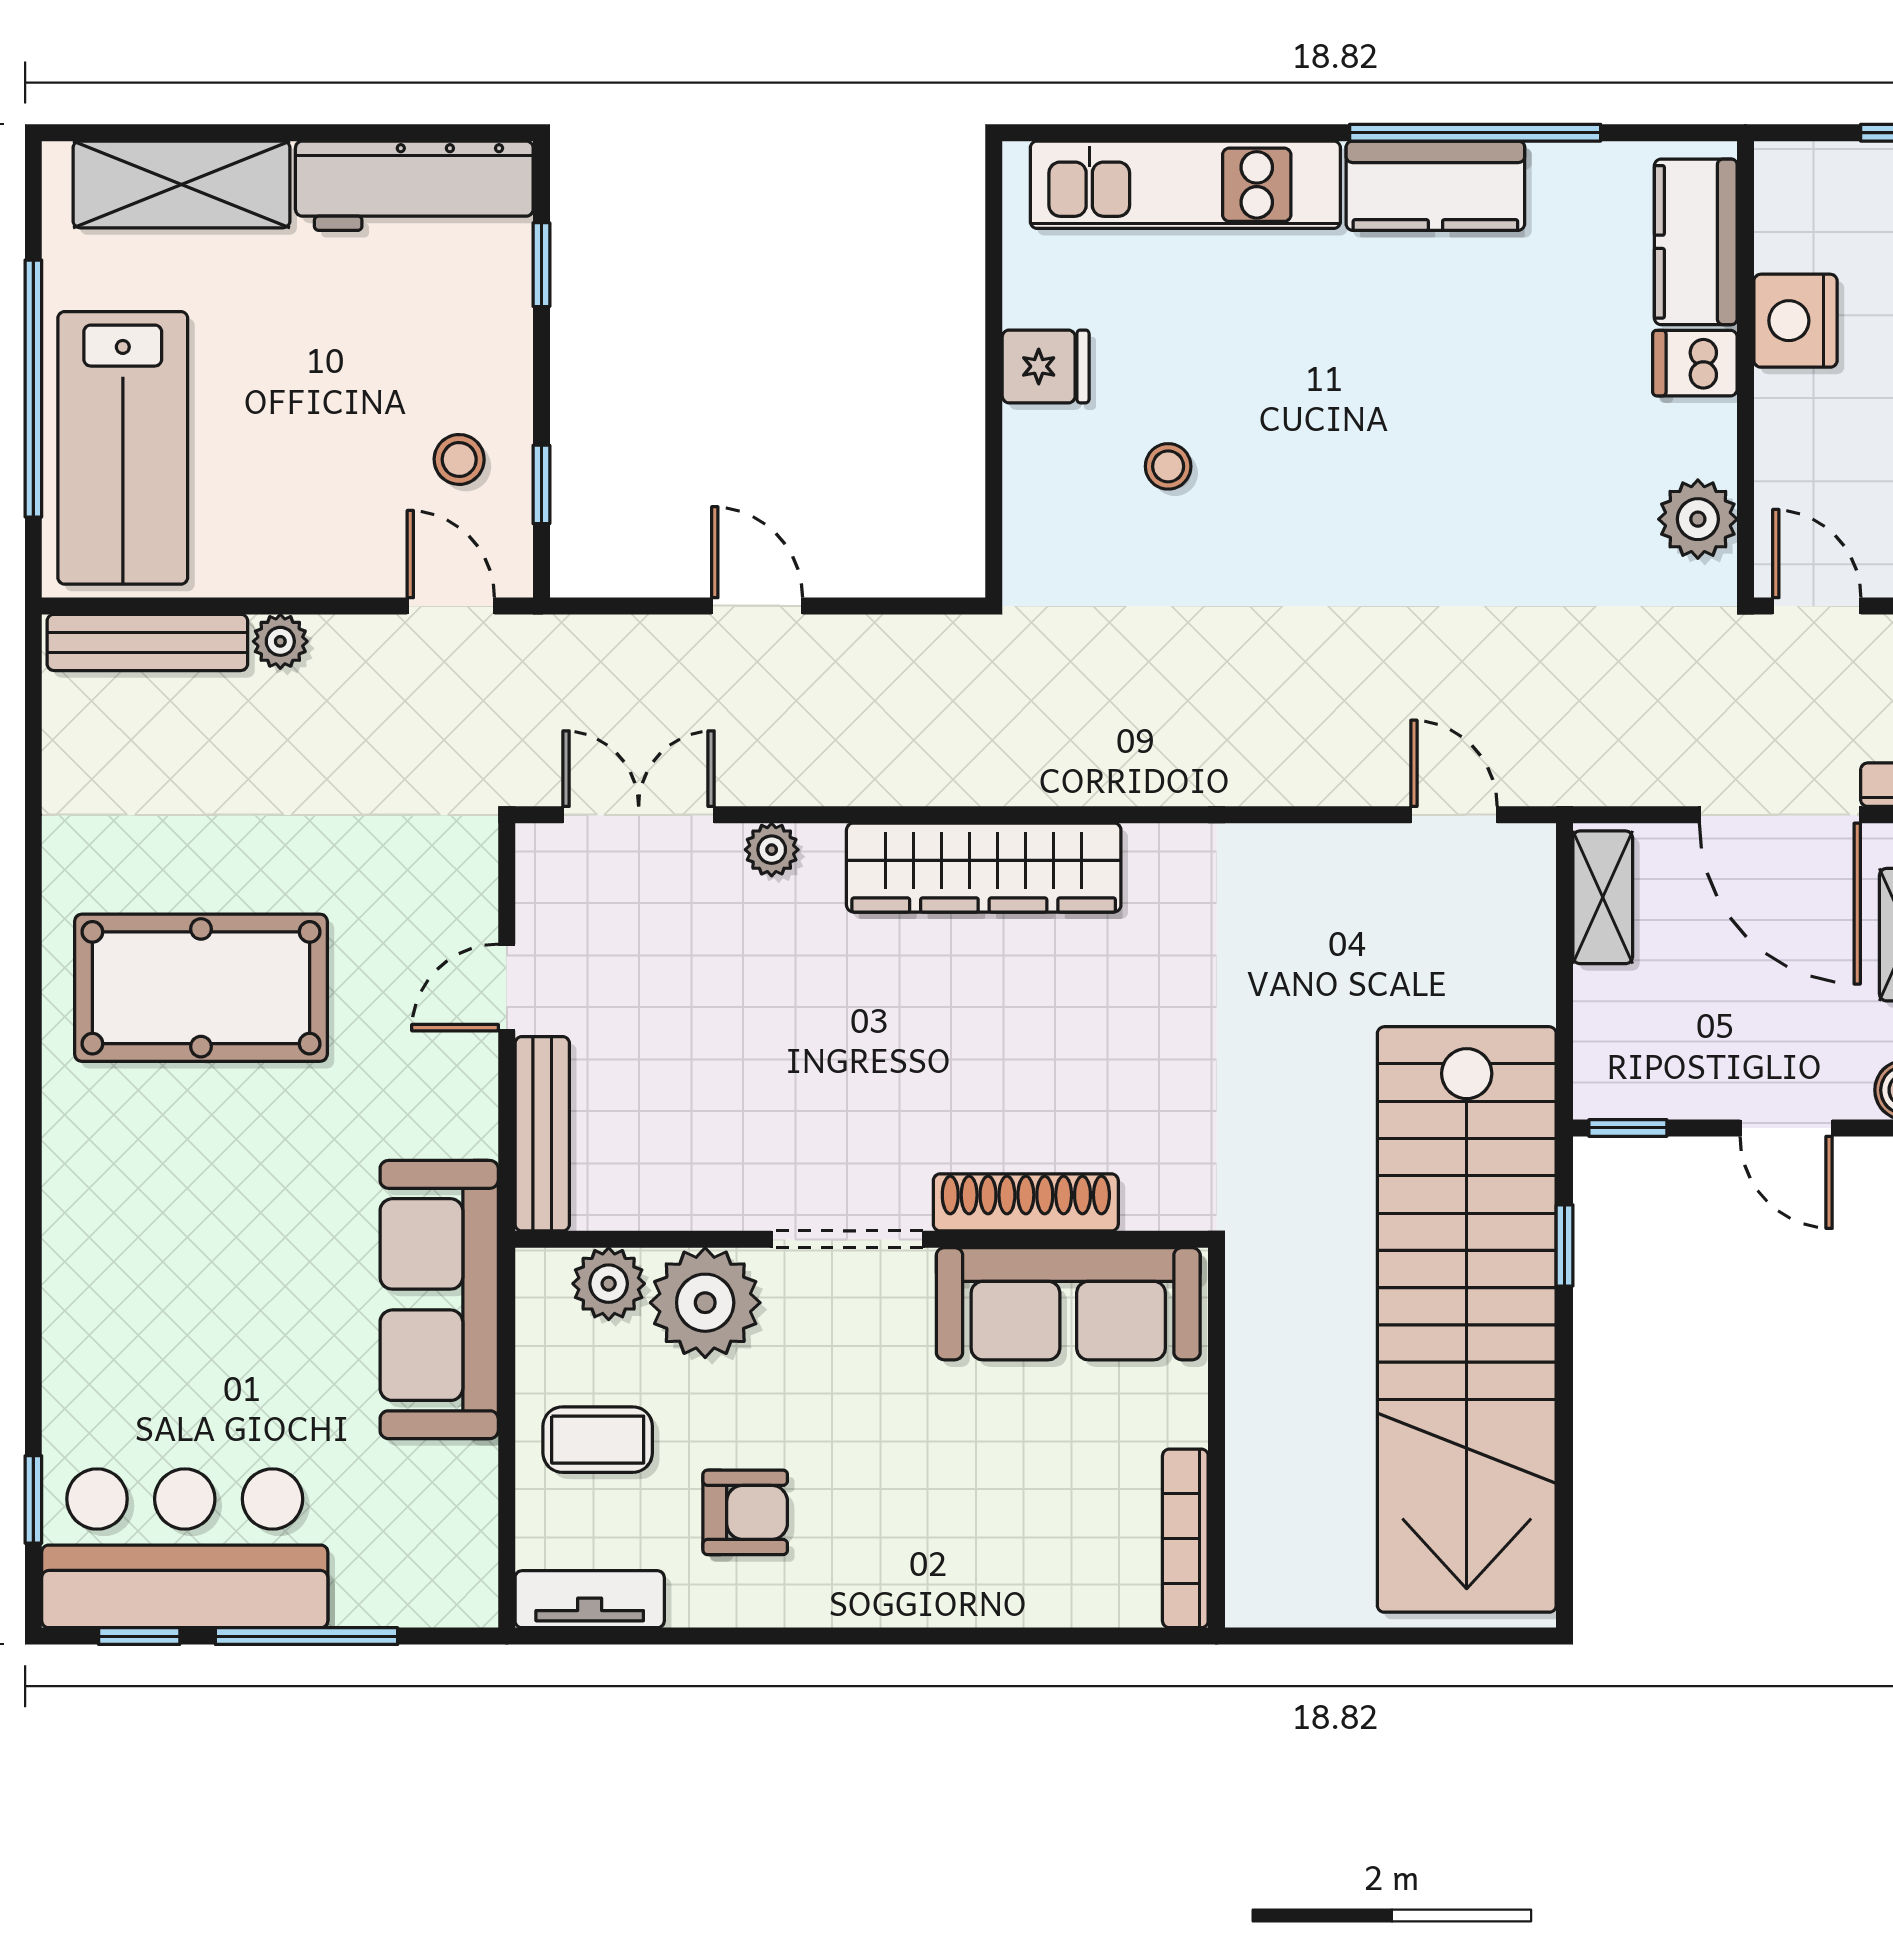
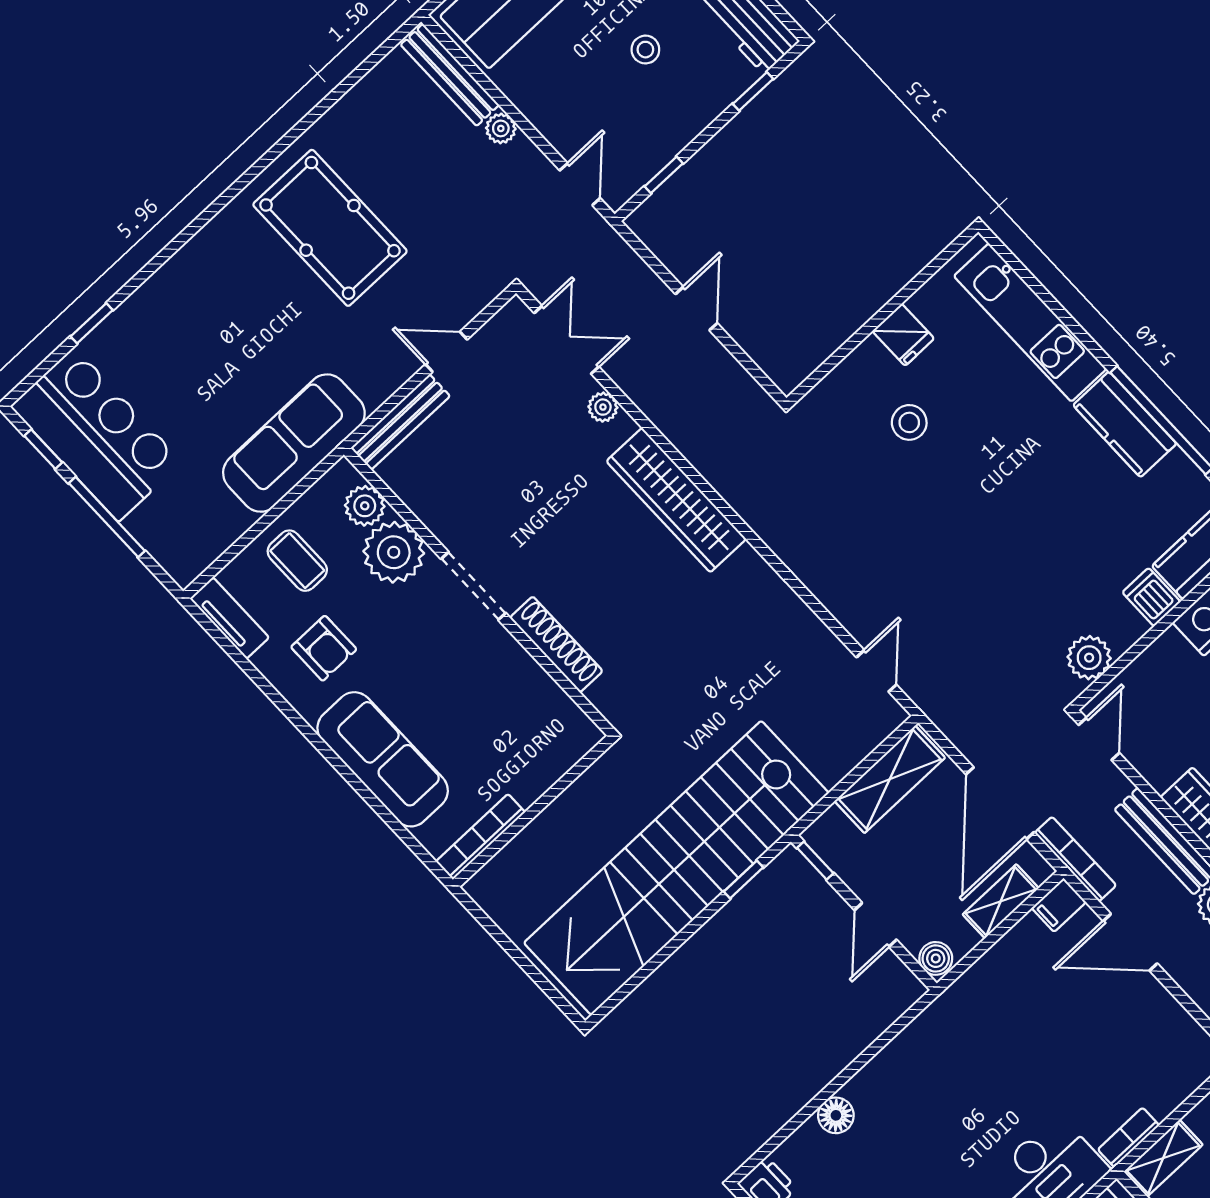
stool: (459, 459) -> (645, 50), moved
stool: (1168, 466) -> (909, 422), width x1.37, depth x1.37
shelving: (1603, 897) -> (890, 779), width x1.50, depth x1.33
sofa: (1068, 1304) -> (383, 759), moved, turned 180
window: (33, 1499) -> (92, 323), moved

